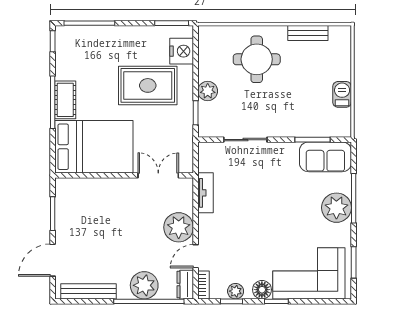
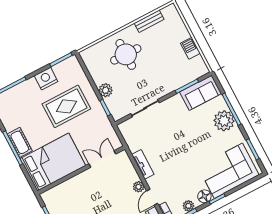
nightstand: (182, 51) -> (46, 79), moved, turned -90
tv unit: (206, 193) -> (143, 164), moved
plant: (179, 227) -> (139, 187), width x0.53, depth x0.53

